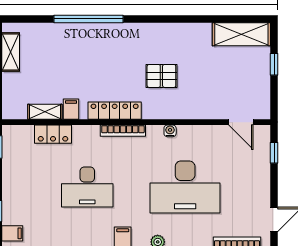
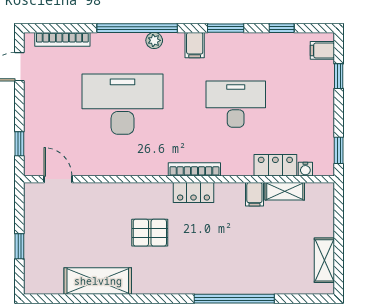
shelving: (241, 34) -> (98, 281), moved
locker: (115, 111) -> (193, 192), width x0.66
water cooler: (170, 131) -> (305, 169), moved

